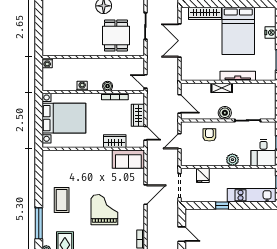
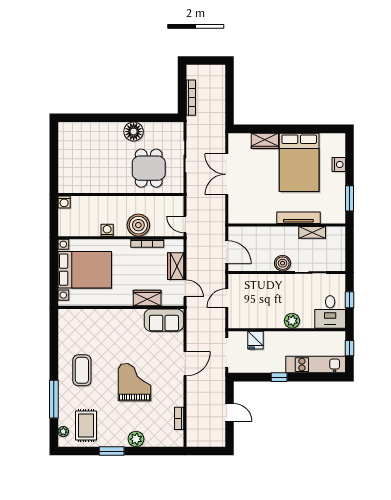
wardrobe: (205, 13) -> (265, 141), width x0.67
boiler: (108, 86) -> (138, 225), width x1.86, depth x1.86
shelving: (222, 88) -> (312, 232), moved
armchair: (209, 135) -> (264, 290), removed

